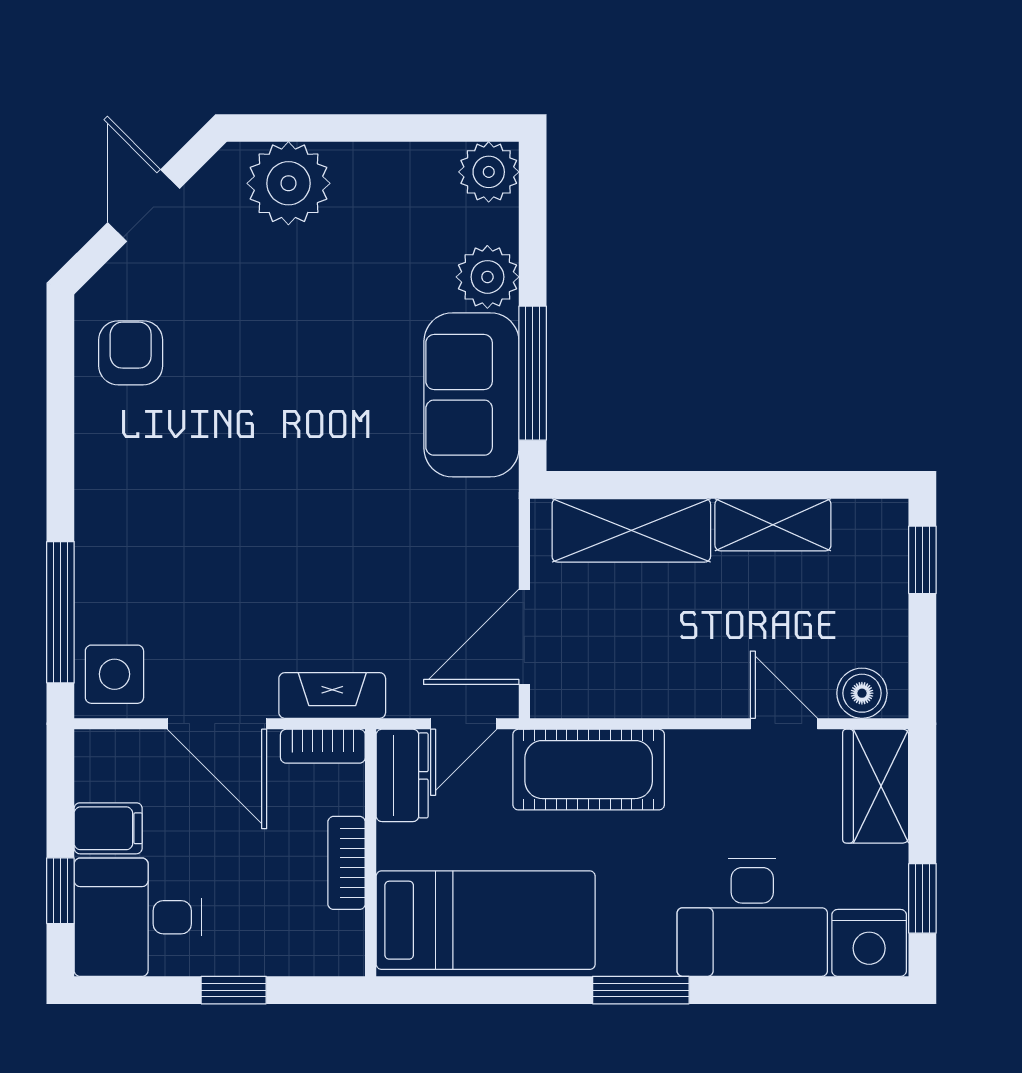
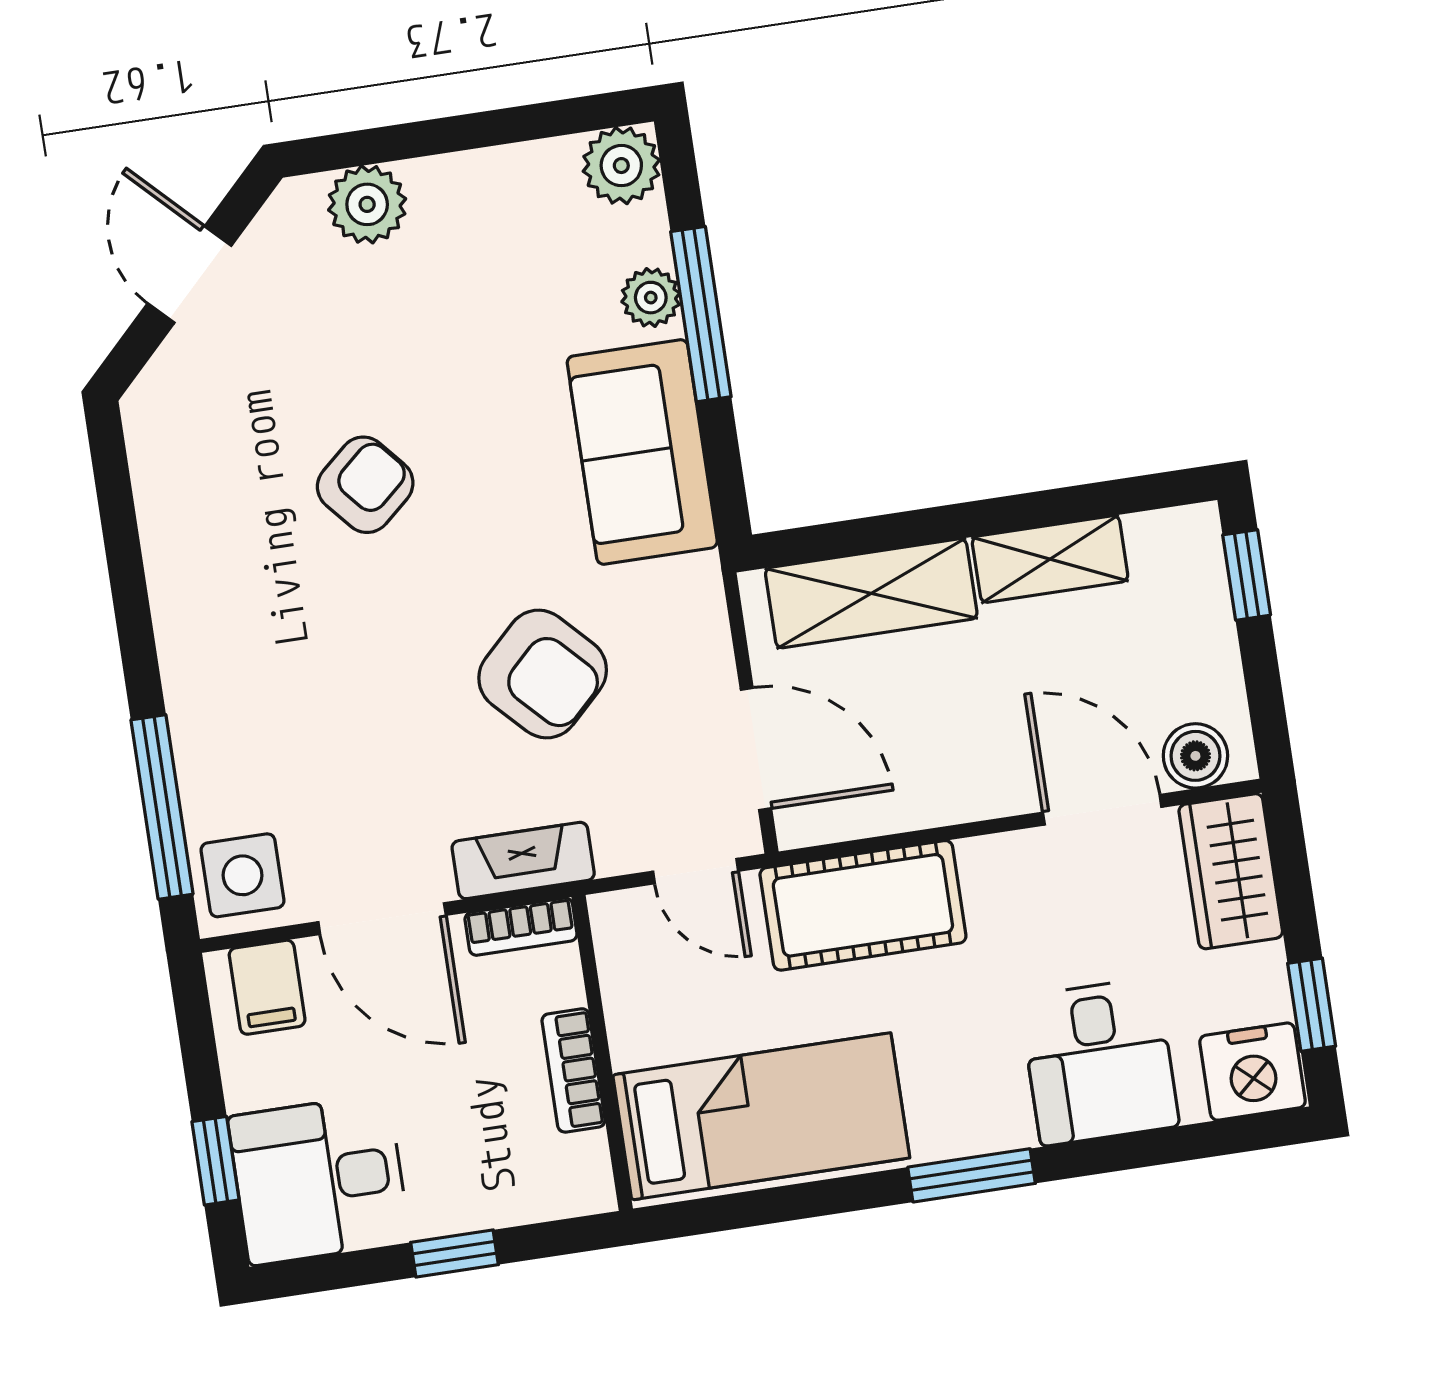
plant: (288, 183) -> (367, 204), width x0.73, depth x0.73
plant: (487, 277) -> (651, 298), width x0.73, depth x0.73
armchair: (131, 353) -> (365, 485), moved, turned 49
window: (533, 373) -> (701, 314), moved
armchair: (369, 554) -> (543, 674), added
door: (524, 637) -> (756, 749), swing flipped
door: (464, 724) -> (696, 871), hinge flipped
door: (784, 724) -> (1102, 810), width x1.38
dresser: (402, 775) -> (627, 949), removed
filing cabinet: (108, 828) -> (267, 987), moved, turned 90
desk: (752, 917) -> (1099, 1061), width x0.73

